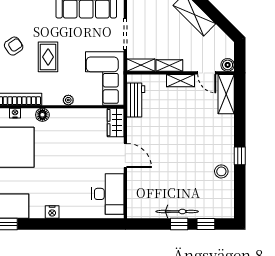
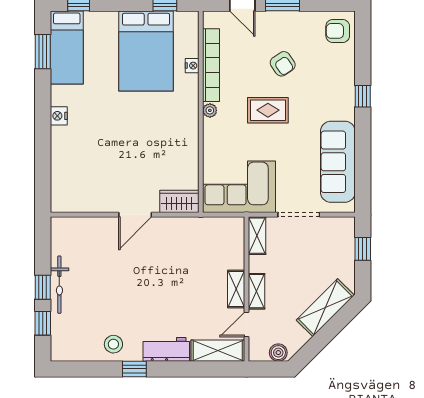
shelving: (169, 65) -> (256, 291), moved
boiler: (228, 65) -> (278, 353), moved
plant: (68, 100) -> (210, 110), moved
workbench: (136, 100) -> (166, 349), moved, turned 180
floor lamp: (42, 115) -> (190, 103), removed
desk: (108, 194) -> (83, 191), removed

